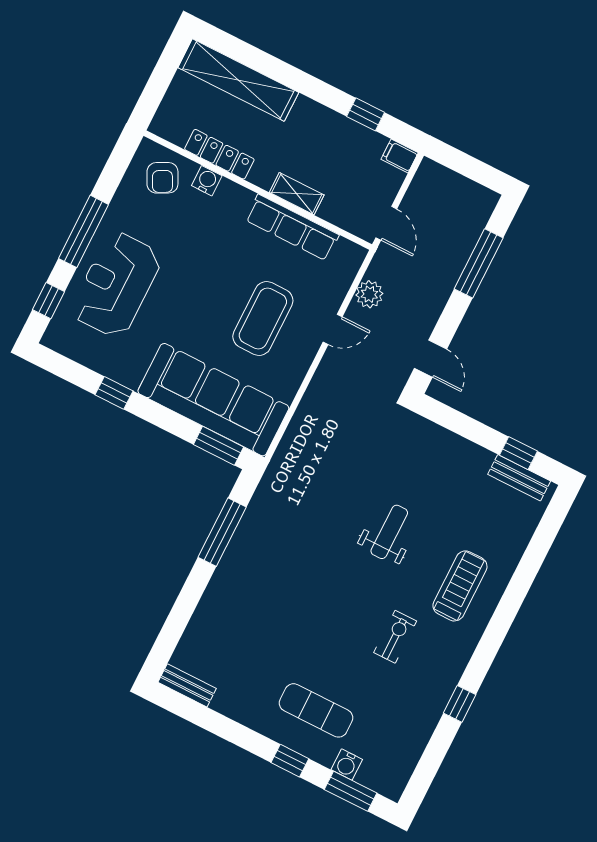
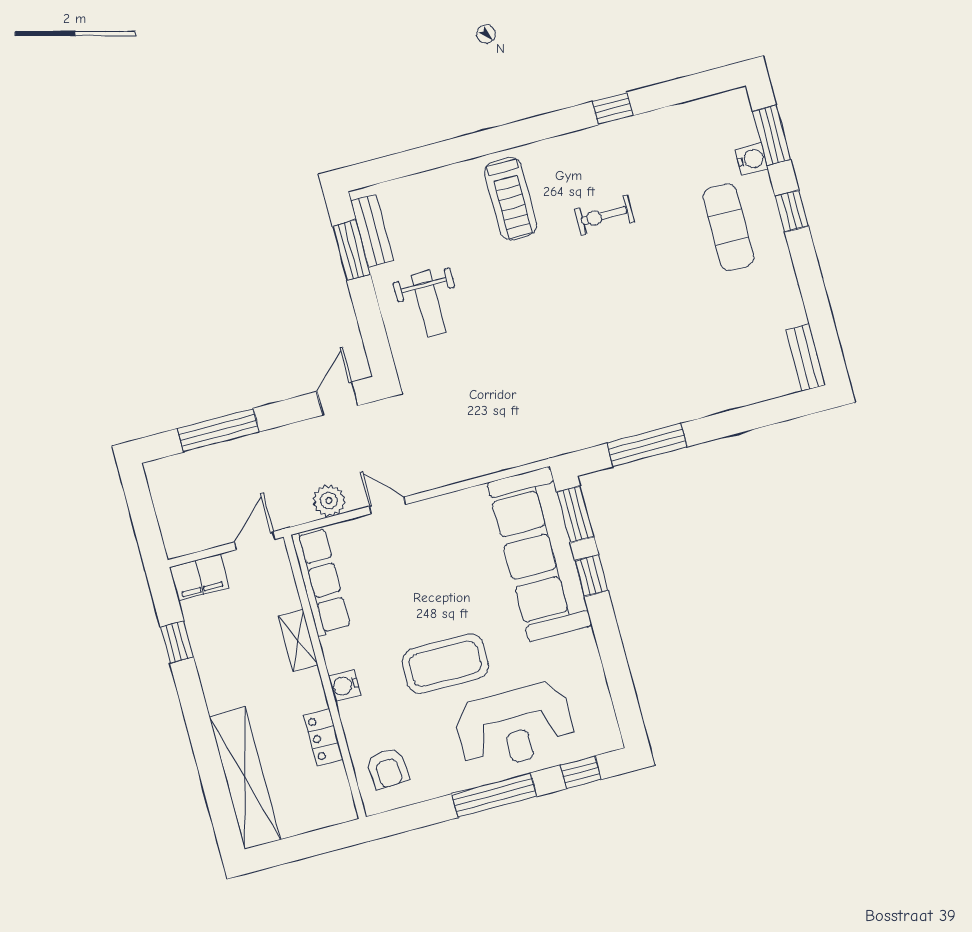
locker: (219, 154) -> (323, 737), width x0.66
filing cabinet: (400, 156) -> (199, 577), width x2.00
armchair: (162, 178) -> (387, 768), turned 113
water cooler: (207, 181) -> (345, 686), moved
row of seats: (292, 227) -> (321, 581), moved
coffee table: (263, 318) -> (445, 664), moved
window: (114, 393) -> (592, 576), moved
window: (518, 453) -> (351, 250), width x1.50
weight bench: (389, 532) -> (429, 304), moved, turned -90
treadmill: (460, 586) -> (511, 199), turned -90

